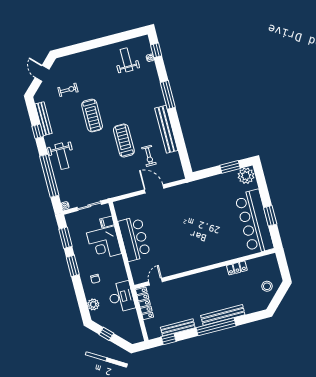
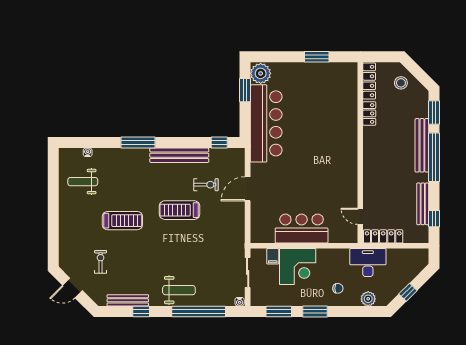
window: (156, 50) -> (219, 143), moved
treadmill: (92, 115) -> (122, 221), moved
bar counter: (254, 222) -> (266, 123), moved, turned -90
locker: (262, 261) -> (369, 81), added
window: (251, 318) -> (434, 112), added

